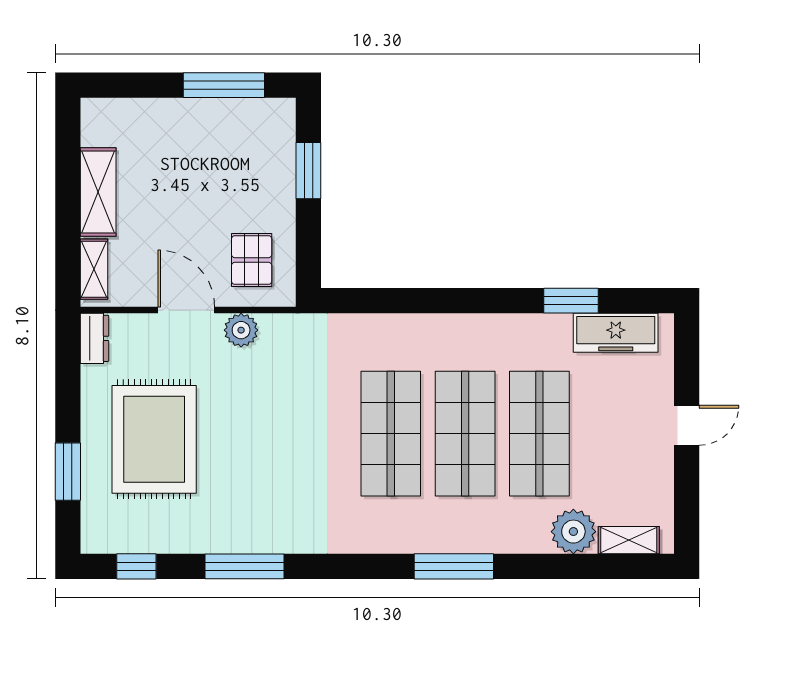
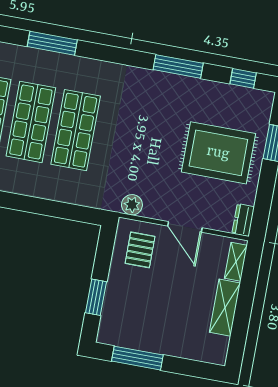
plant: (241, 330) -> (132, 205), moved
rug: (154, 439) -> (218, 153), turned 90

